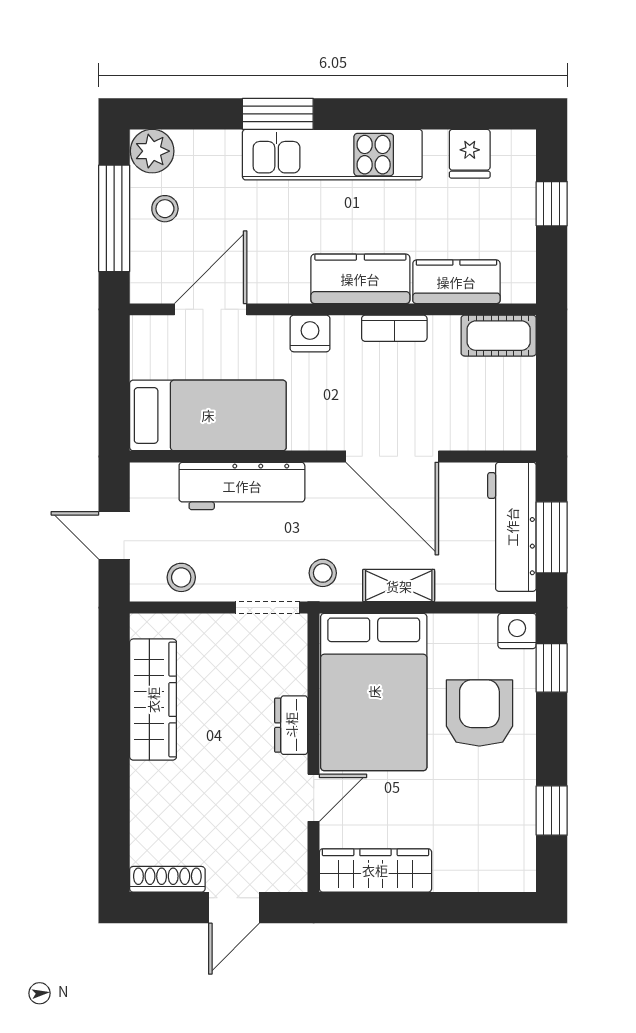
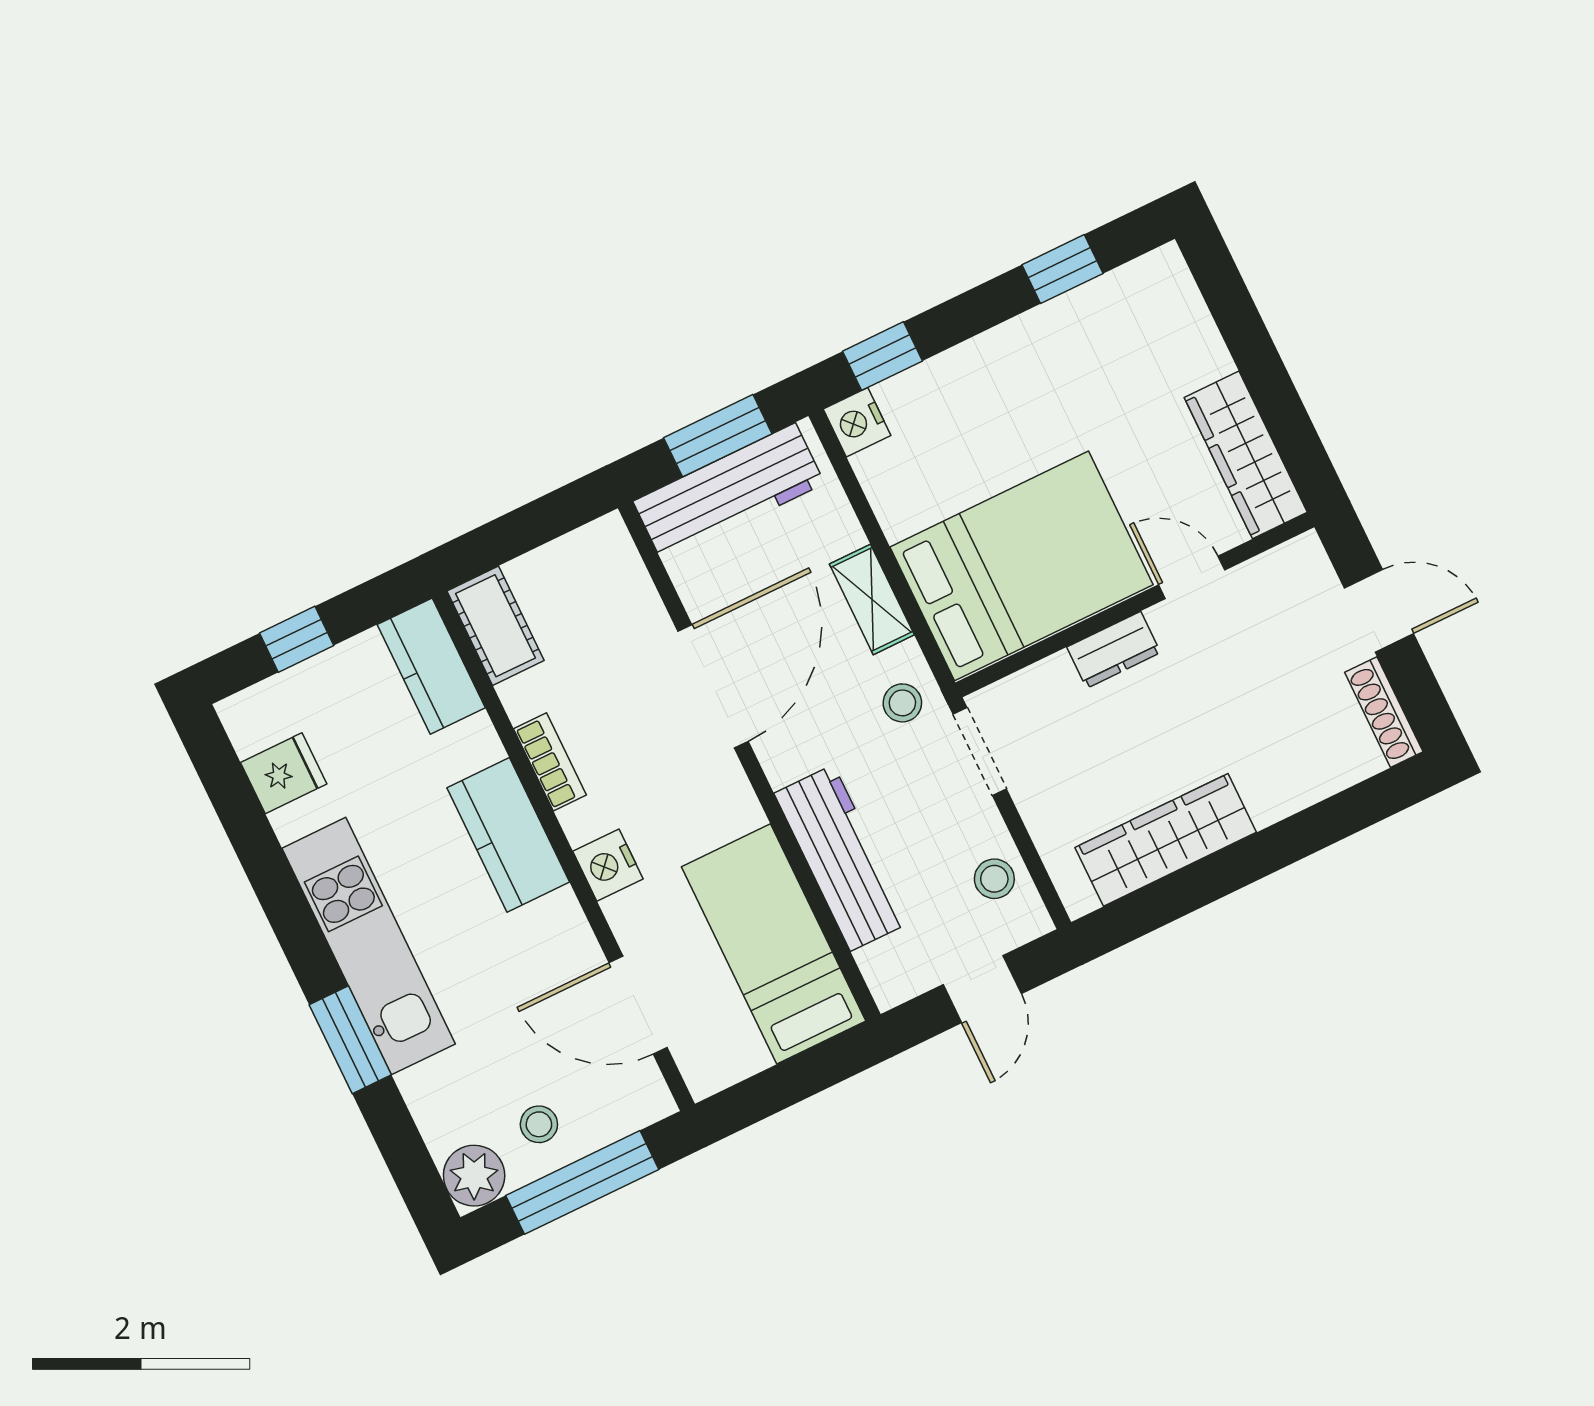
kitchen counter: (456, 282) -> (431, 666), moved
armchair: (479, 713) -> (984, 420), removed

